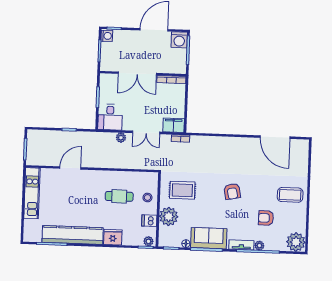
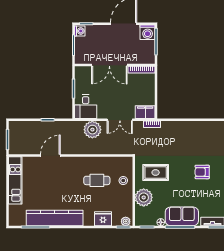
plant: (121, 138) -> (92, 130), width x1.88, depth x1.88
armchair: (232, 191) -> (202, 172), turned 101
dishwasher: (149, 221) -> (126, 202), removed
fridge: (113, 237) -> (103, 219), moved

